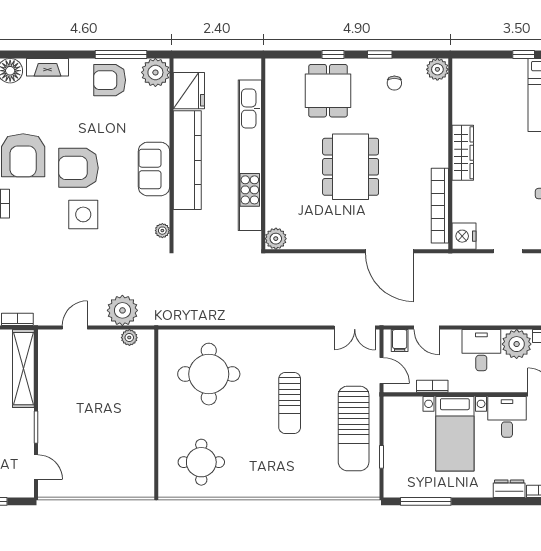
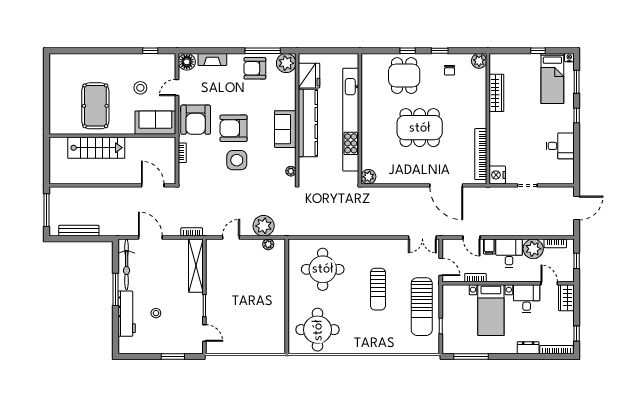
wardrobe: (463, 153) -> (496, 93), moved
dining table: (351, 167) -> (420, 128), turned 90
filing cabinet: (400, 341) -> (489, 246), moved
round table: (201, 462) -> (318, 330), width x1.36, depth x1.36

